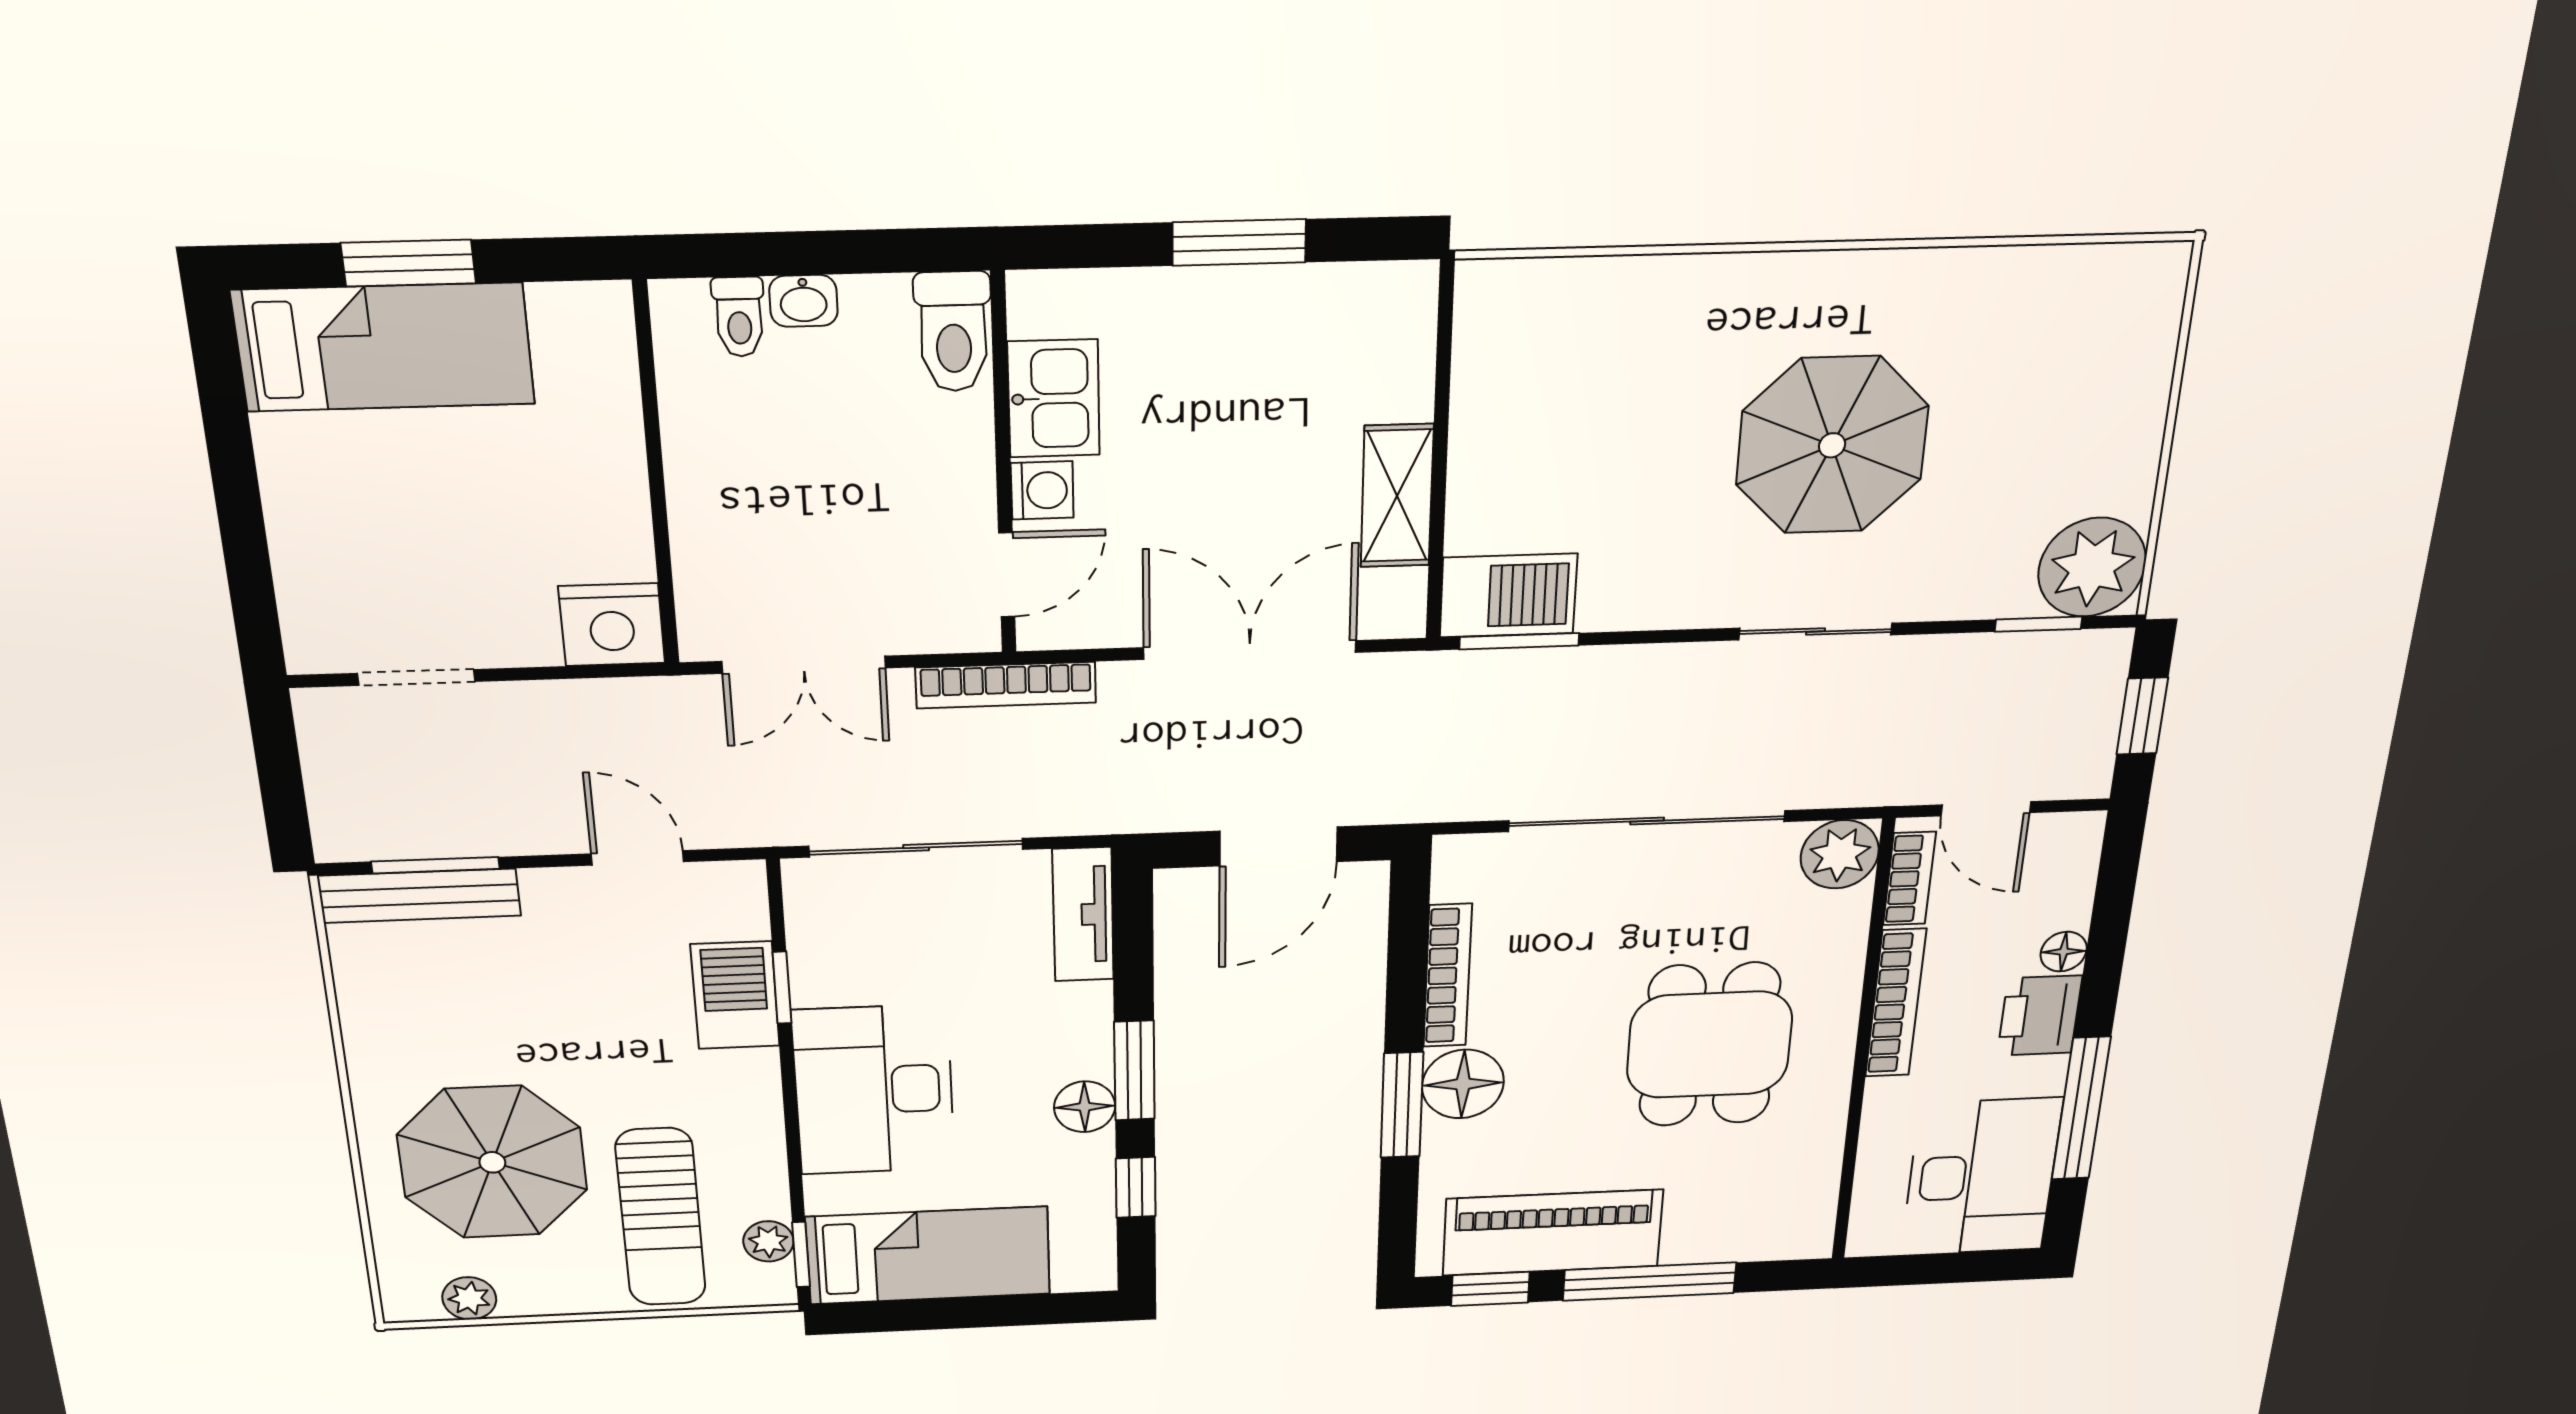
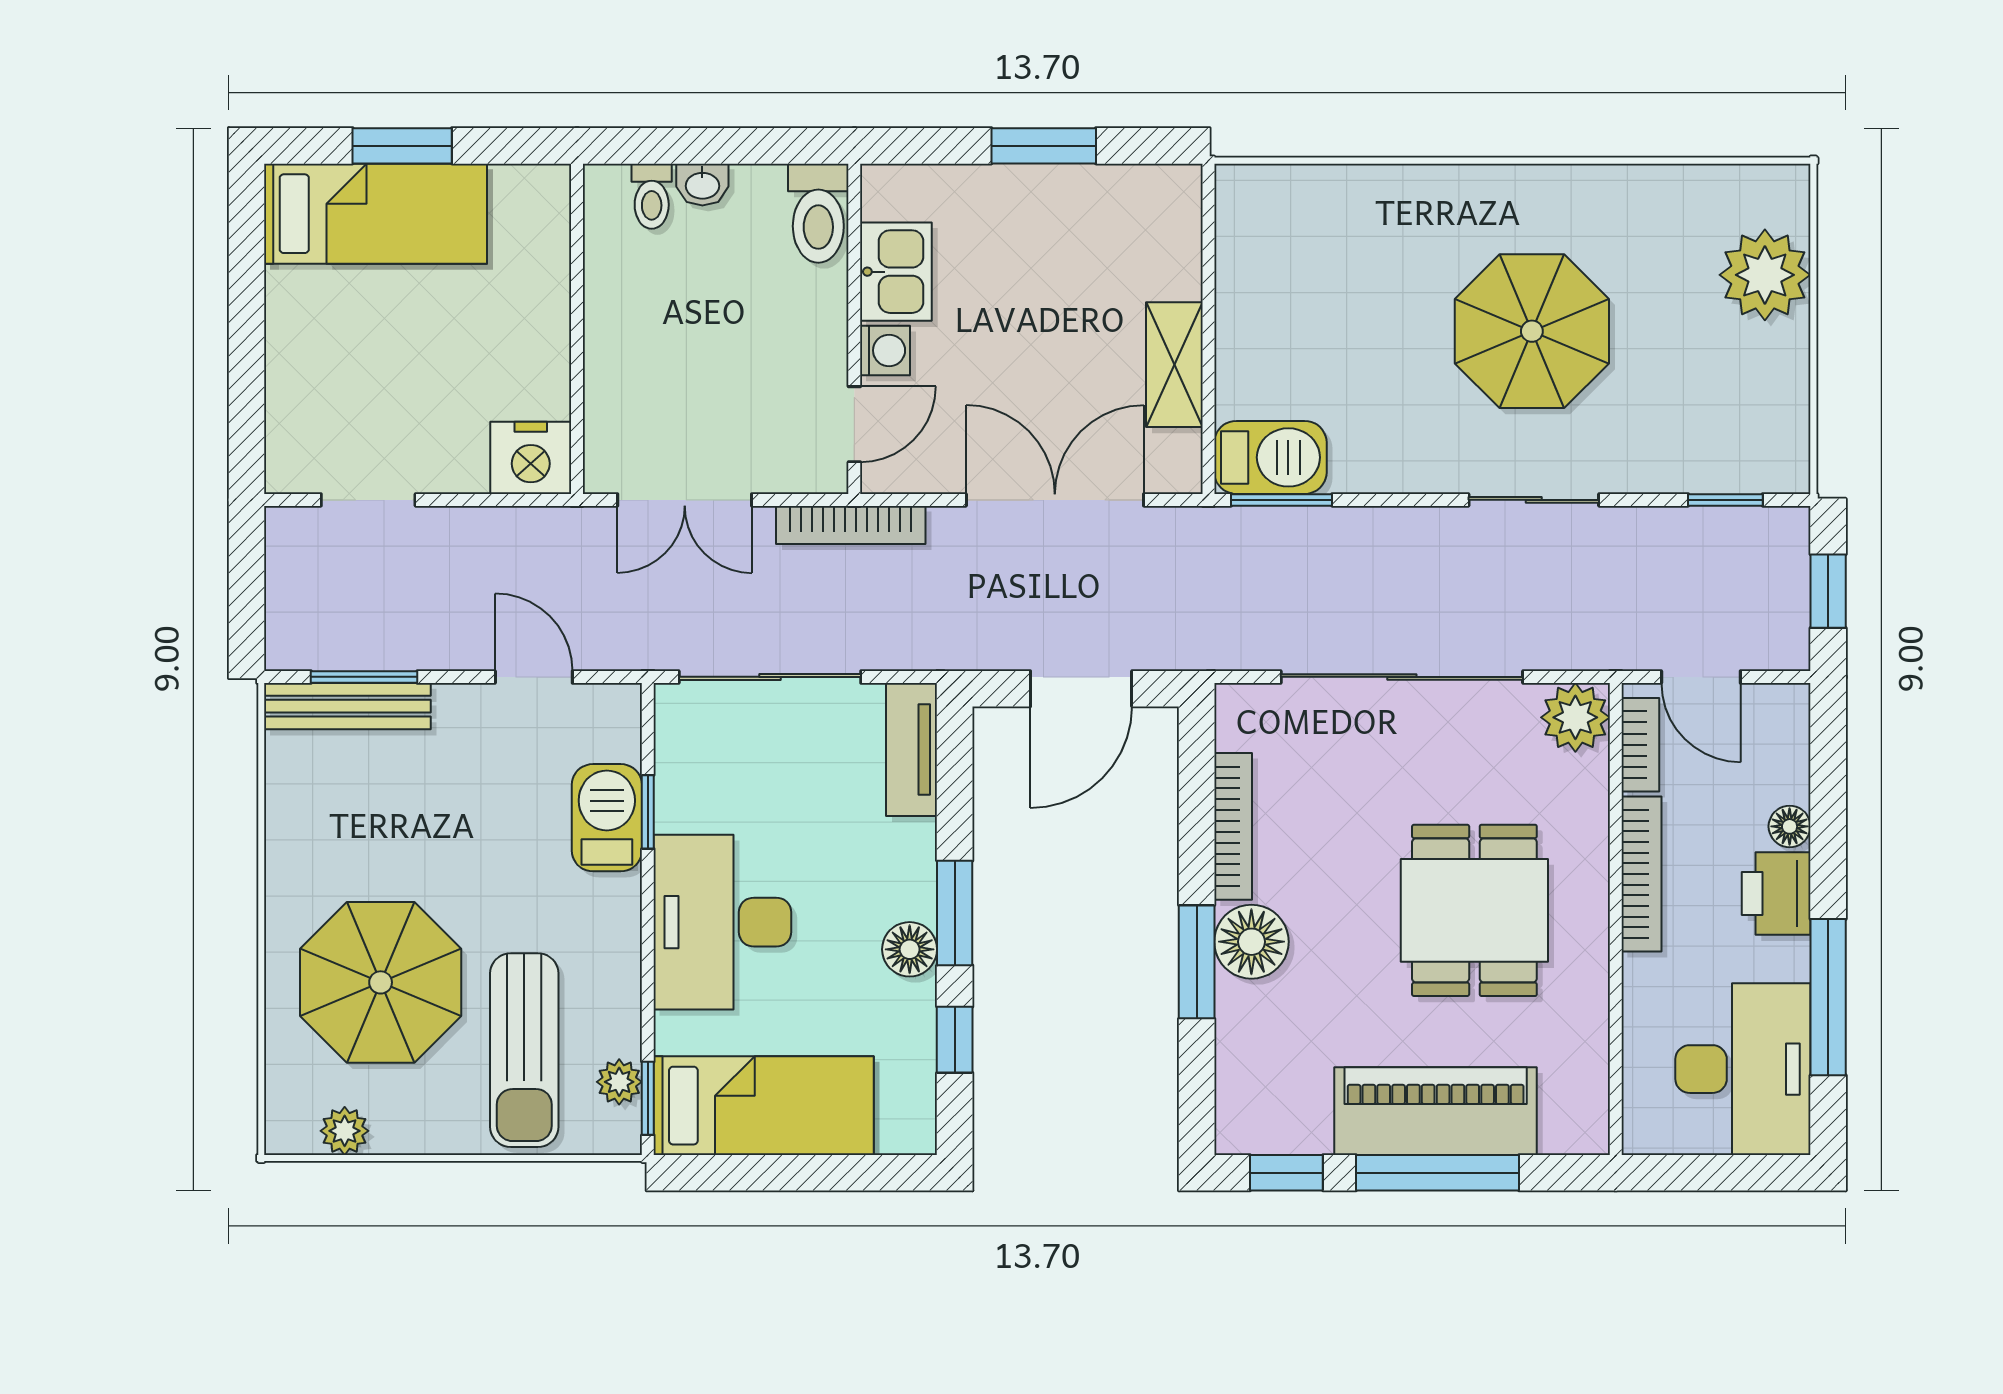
plant: (2092, 567) -> (1765, 275), moved
piano: (1553, 1233) -> (1436, 1111), moved

